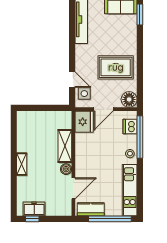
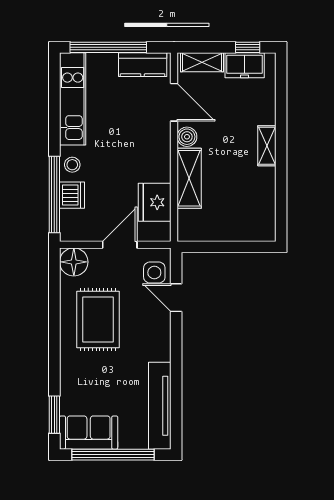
rug: (116, 67) -> (98, 319), turned 90
fridge: (84, 122) -> (155, 202), moved
dishwasher: (130, 126) -> (72, 195), moved
door: (73, 188) -> (174, 102), swing flipped
shelving: (58, 211) -> (202, 62), added

